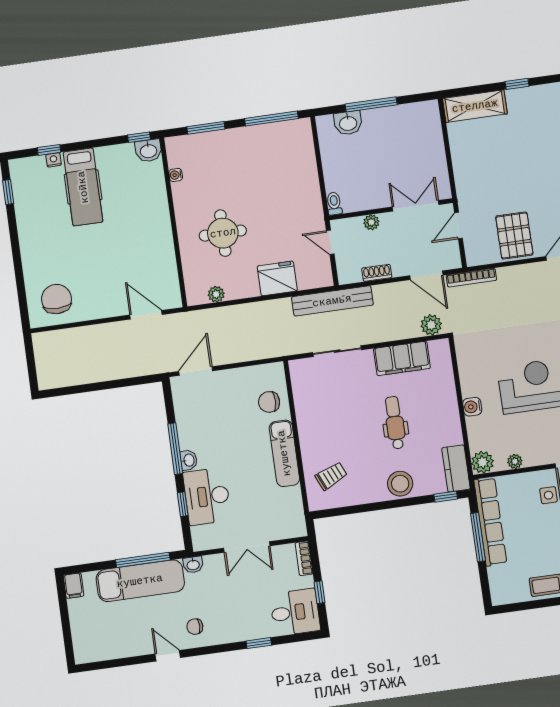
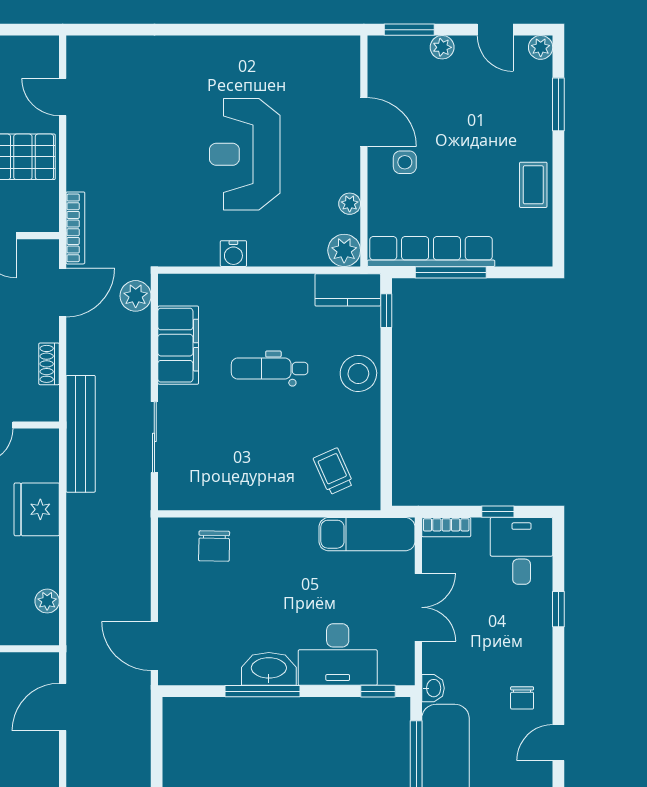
water cooler: (472, 407) -> (233, 254), moved
exam couch: (284, 453) -> (367, 534), moved
washbasin: (189, 460) -> (269, 669), width x1.91, depth x1.45
window: (183, 504) -> (378, 691), moved

